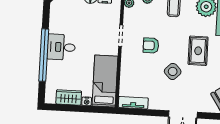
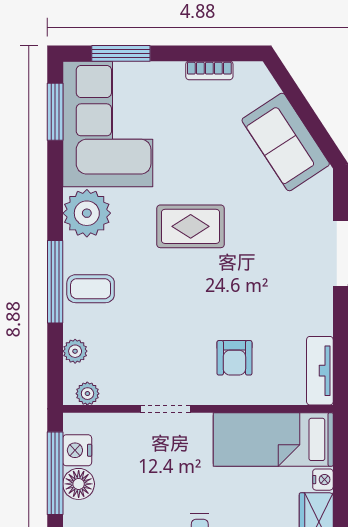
armchair: (151, 45) -> (234, 358), moved
side table: (173, 71) -> (242, 283), removed

